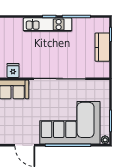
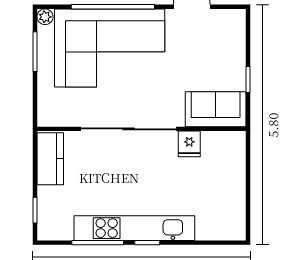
kitchen unit: (48, 25) -> (134, 228), width x1.36
kitchen counter: (102, 47) -> (50, 159), moved
fridge: (13, 70) -> (189, 144), moved

